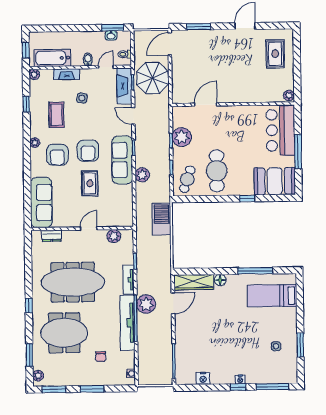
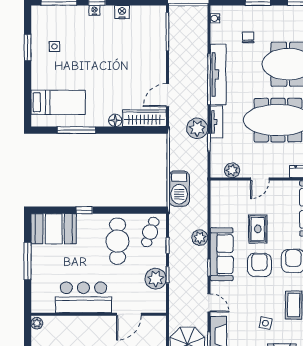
bar counter: (281, 130) -> (83, 297), moved, turned -90
plant: (146, 304) -> (197, 128), moved
nightstand: (203, 378) -> (122, 12), moved

